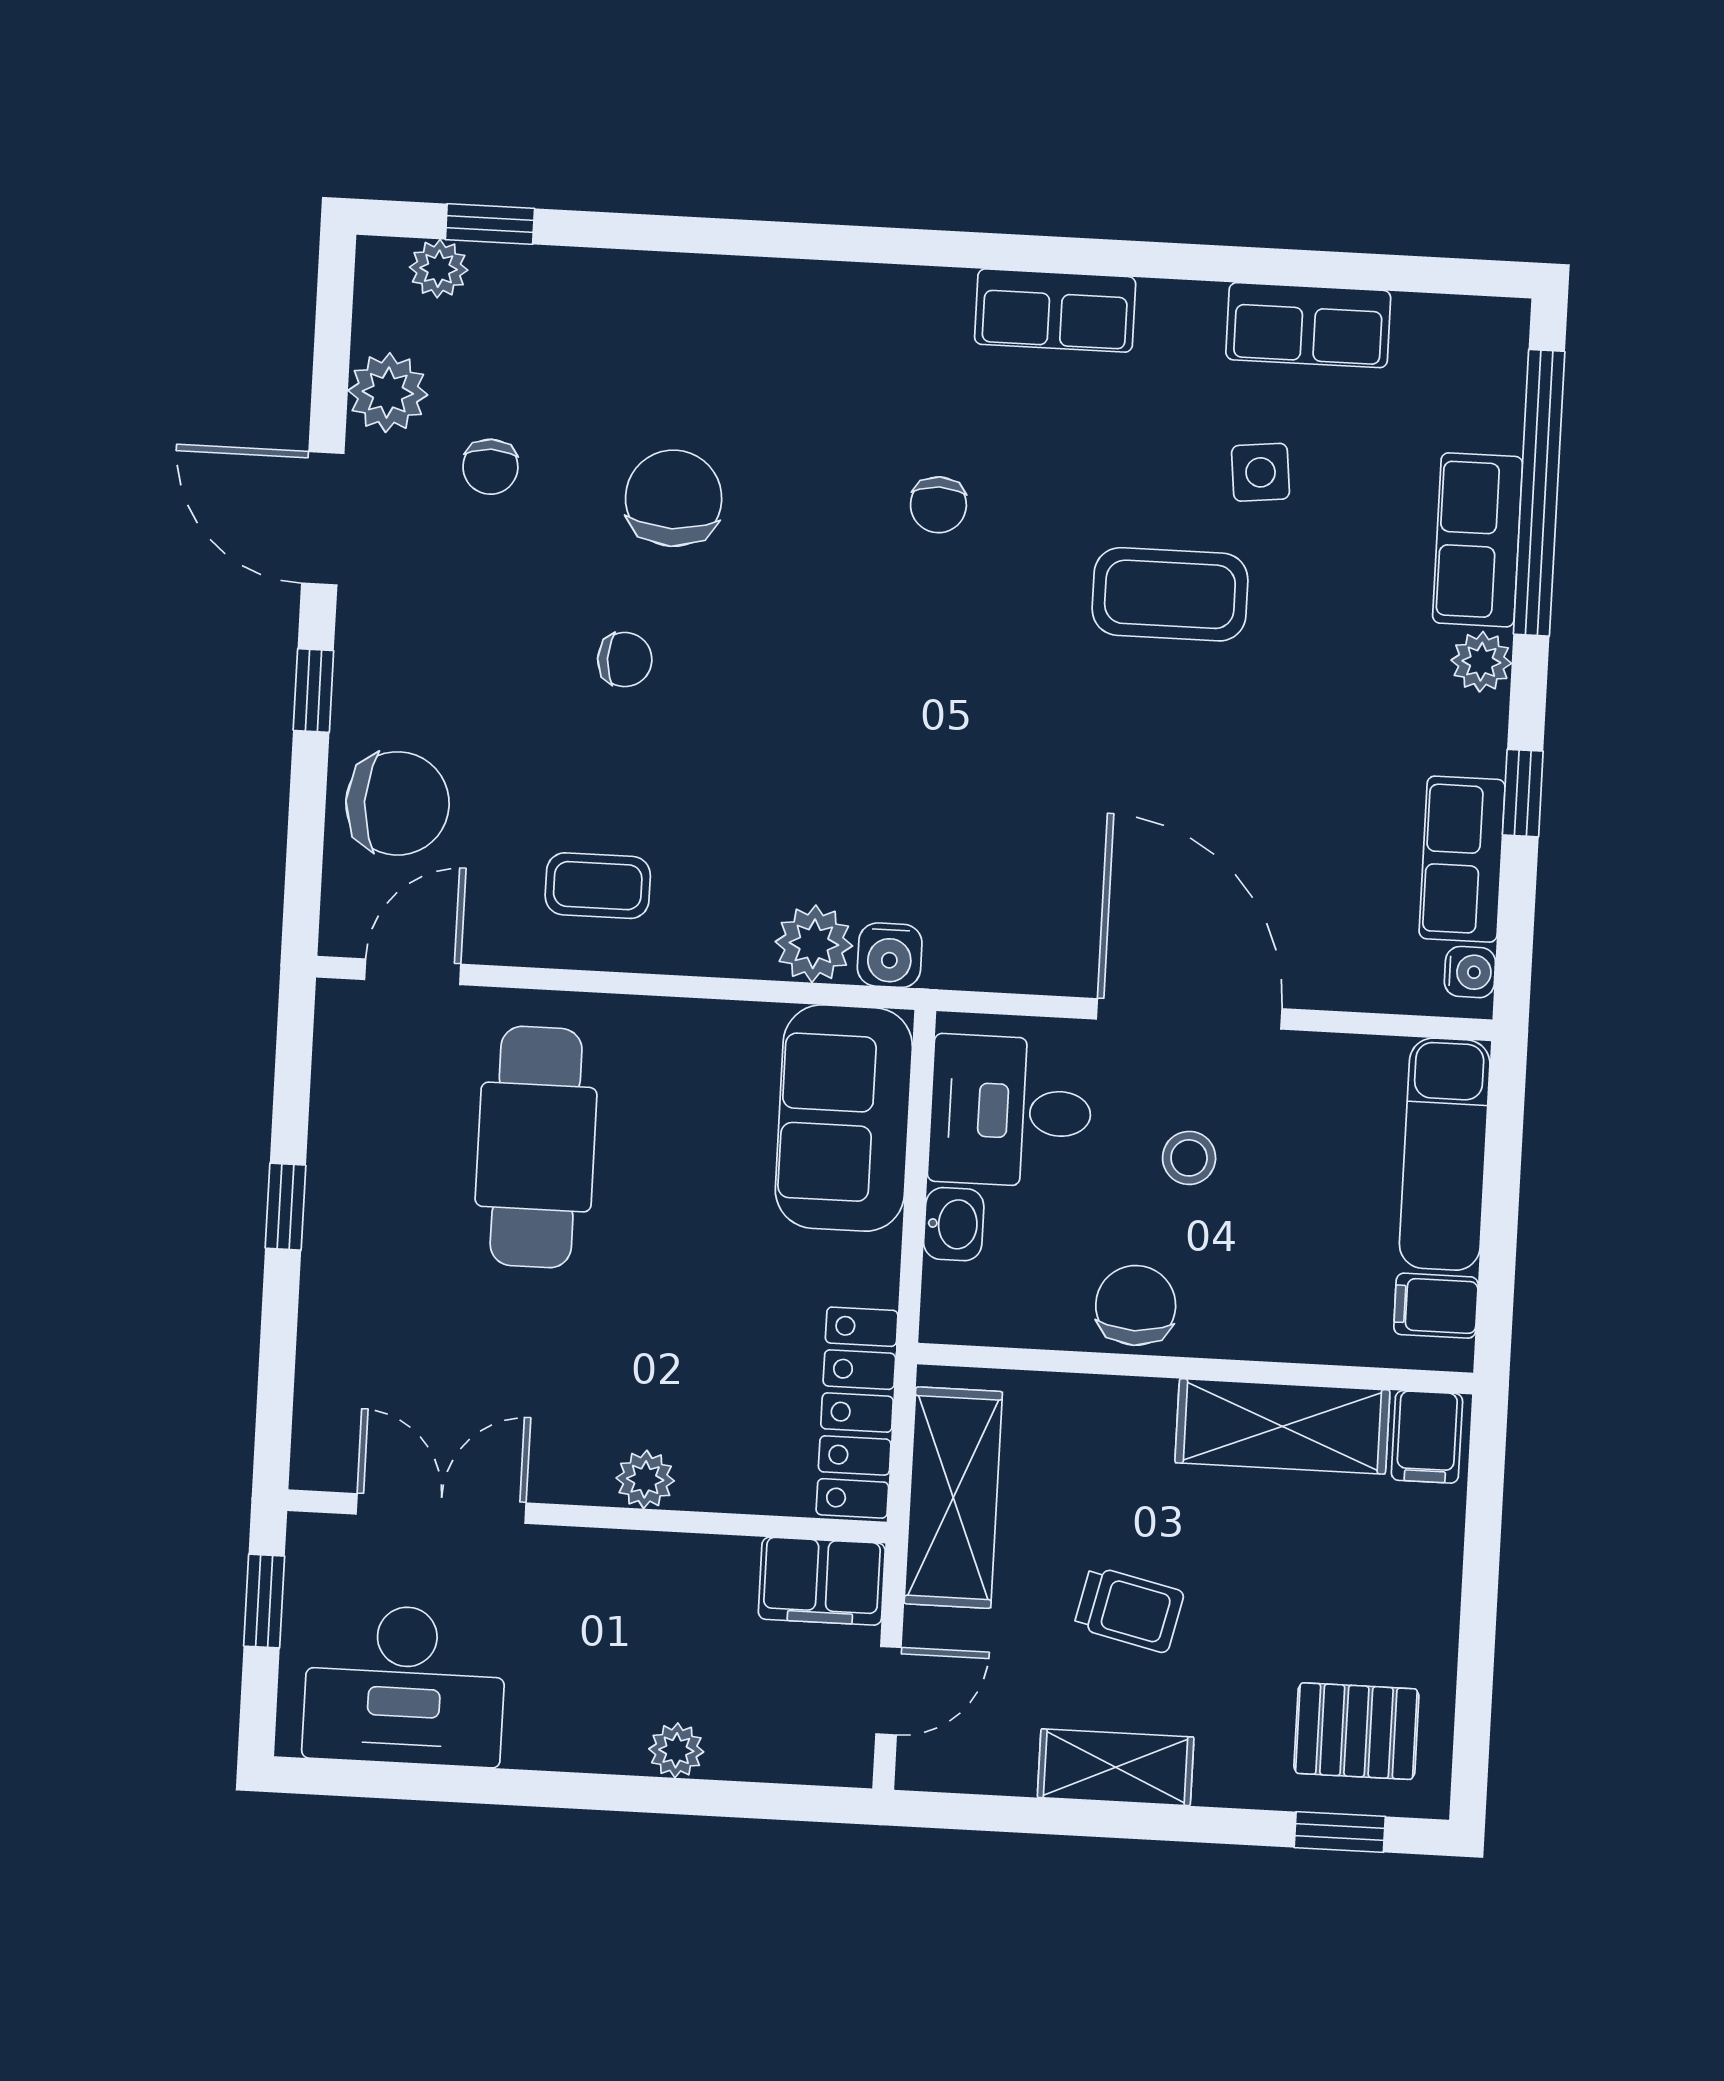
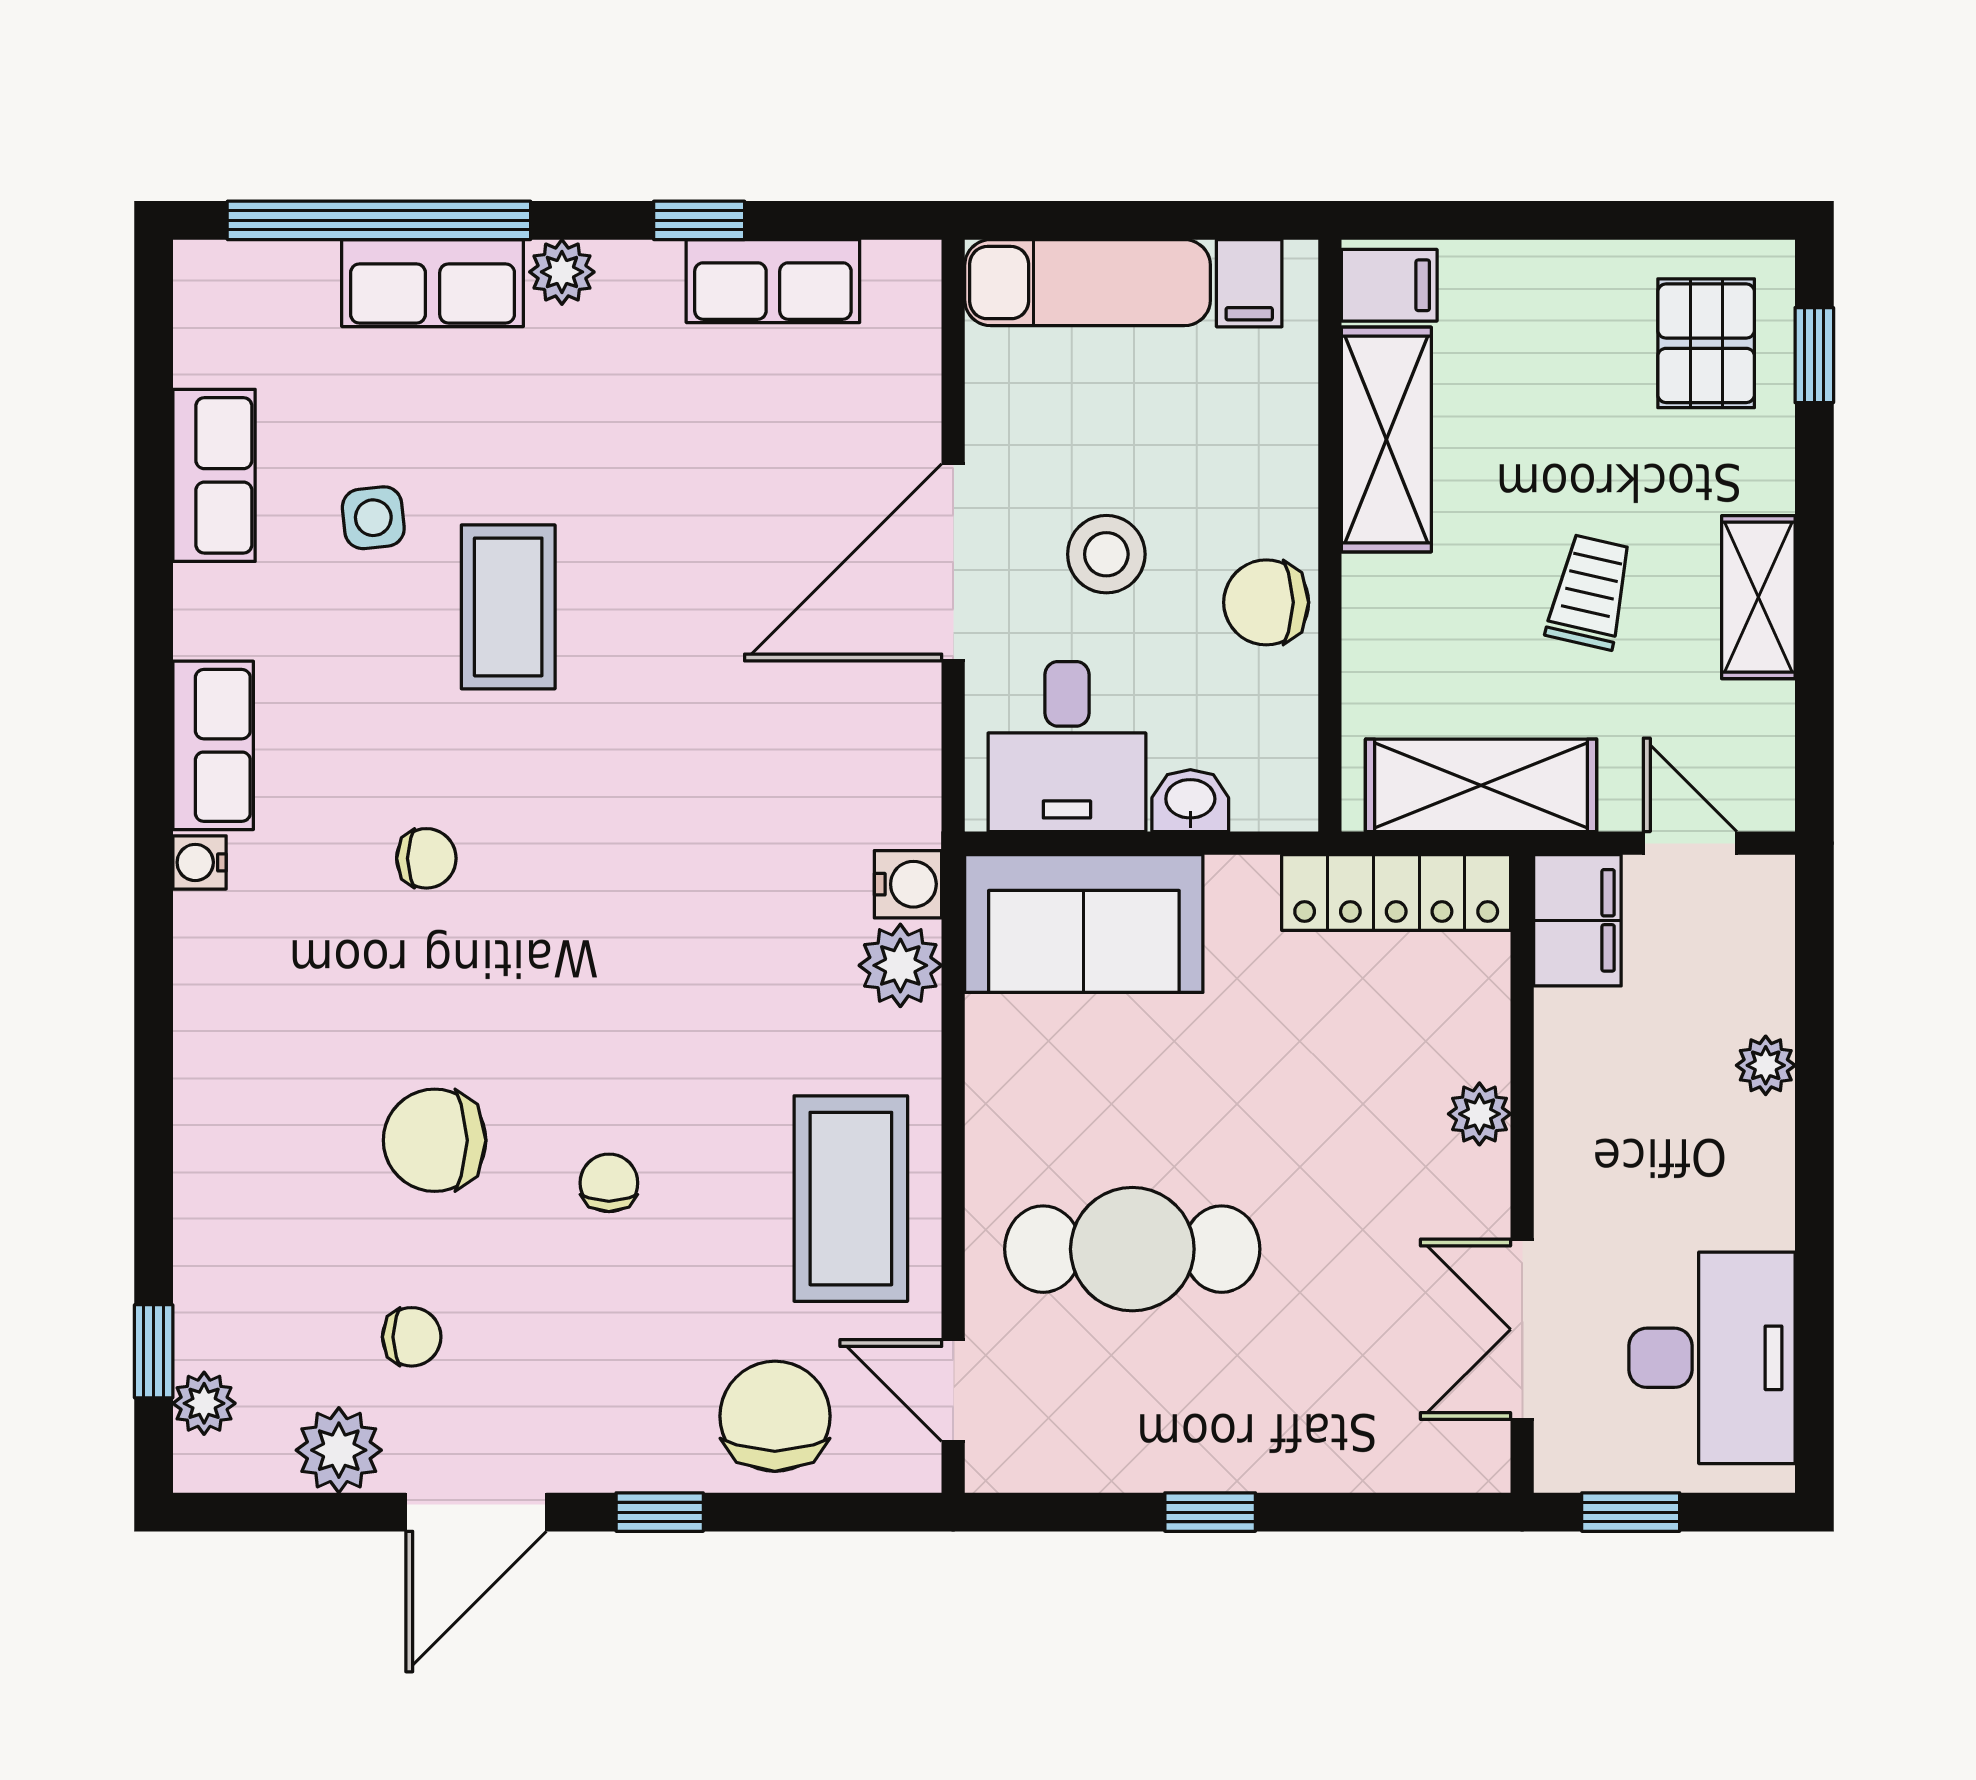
coffee table: (598, 886) -> (851, 1199), width x1.86, depth x1.72
water cooler: (1470, 972) -> (199, 862), moved, turned -90
stool: (1189, 1158) -> (1106, 554), width x1.37, depth x1.37

